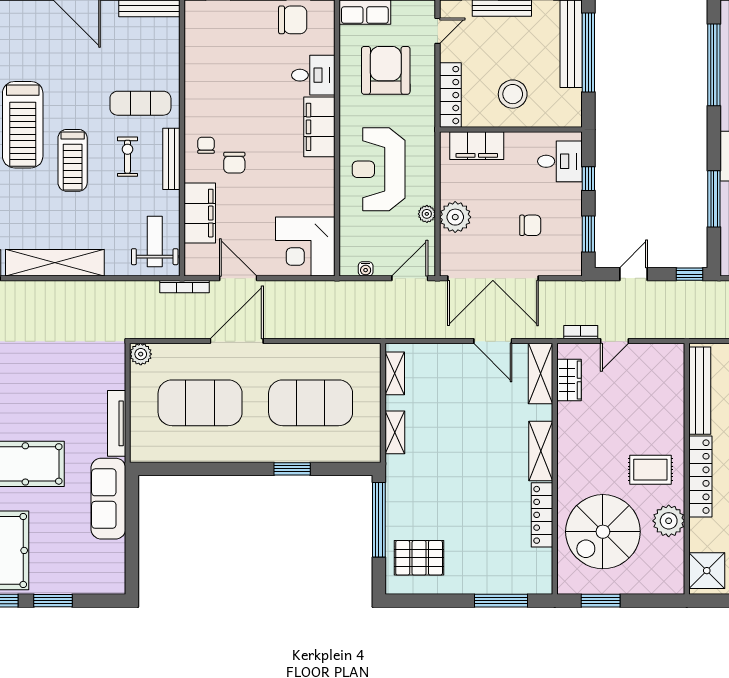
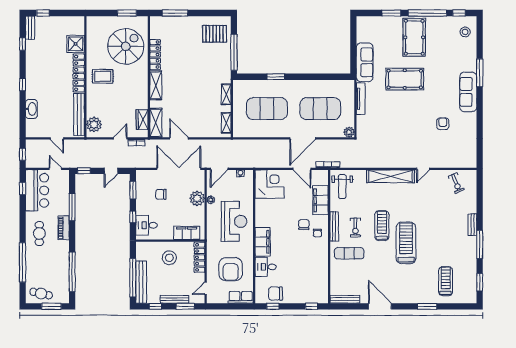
plant: (669, 521) -> (94, 124), moved
shower: (707, 571) -> (76, 44), moved

